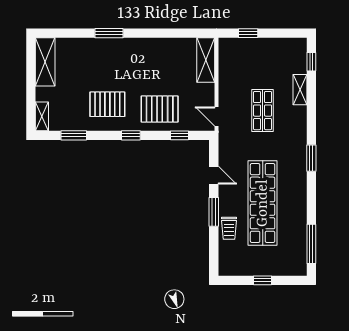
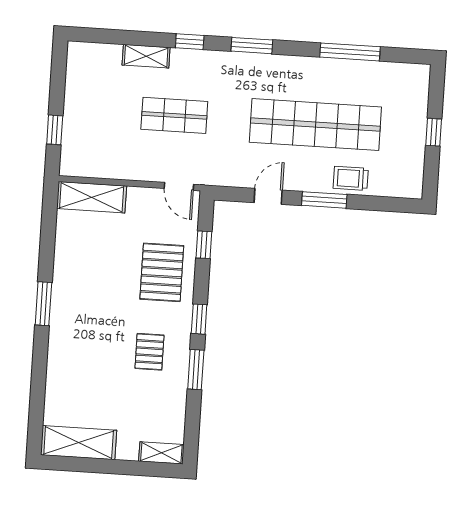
window: (109, 33) -> (43, 304), moved
window: (311, 62) -> (190, 42), moved
pallet: (107, 104) -> (149, 352), width x0.67, depth x0.71
door: (216, 117) -> (179, 186), hinge flipped
window: (74, 135) -> (196, 370), moved
trolley: (229, 228) -> (351, 178), turned 180
window: (311, 244) -> (350, 52), moved

